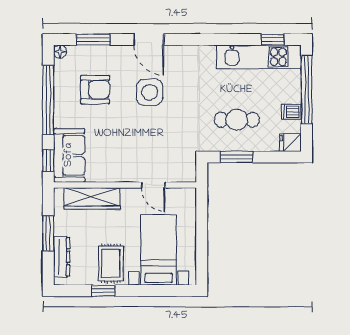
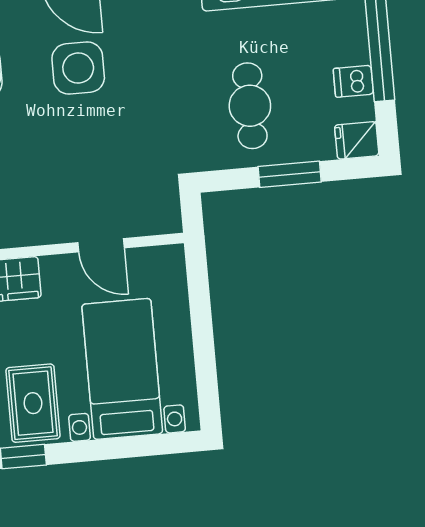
cafe table: (237, 120) -> (250, 106), turned 90
window: (237, 157) -> (290, 174), moved

